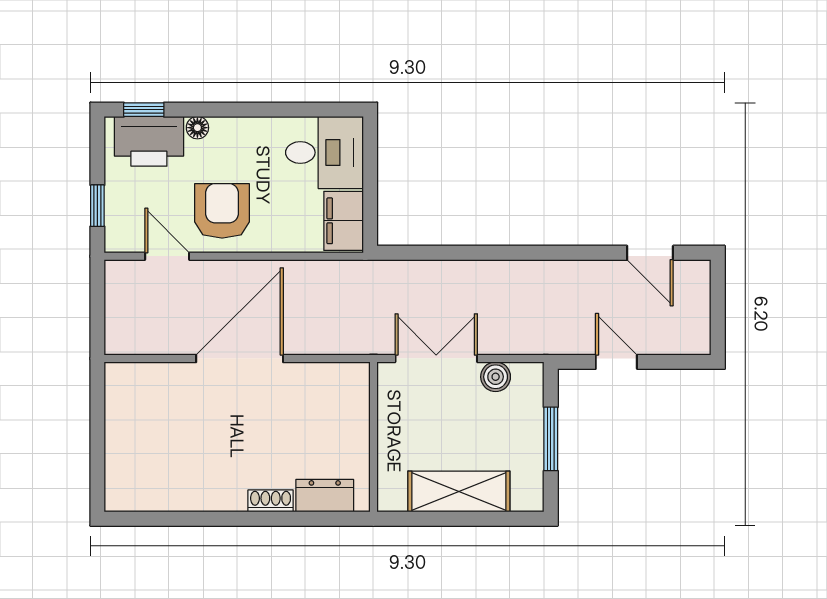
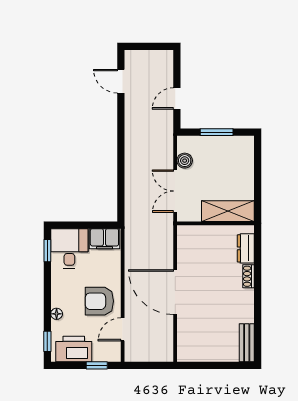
window: (320, 110) -> (47, 251), added
printer: (149, 141) -> (74, 349), moved, turned -90
door: (650, 253) -> (121, 81), swing flipped
shelving: (459, 491) -> (228, 211), moved, turned 90
bench: (141, 498) -> (247, 343), added

